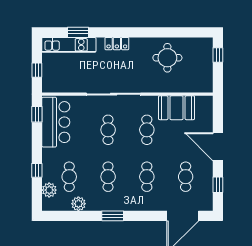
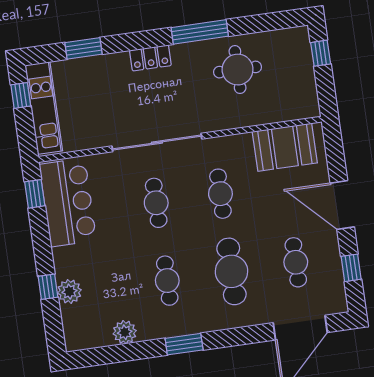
window: (148, 32) -> (200, 32), added
kitchen unit: (69, 45) -> (44, 108), moved, turned -90
window: (37, 70) -> (21, 95), moved
booth: (177, 108) -> (285, 147), moved
cafe table: (69, 177) -> (103, 290), removed
cafe table: (147, 177) -> (232, 271), width x1.37, depth x1.35
plant: (49, 190) -> (69, 292), moved

